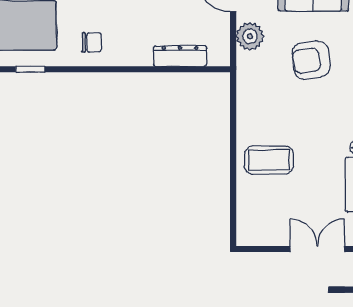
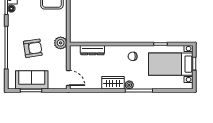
plant: (250, 36) -> (61, 43), moved

